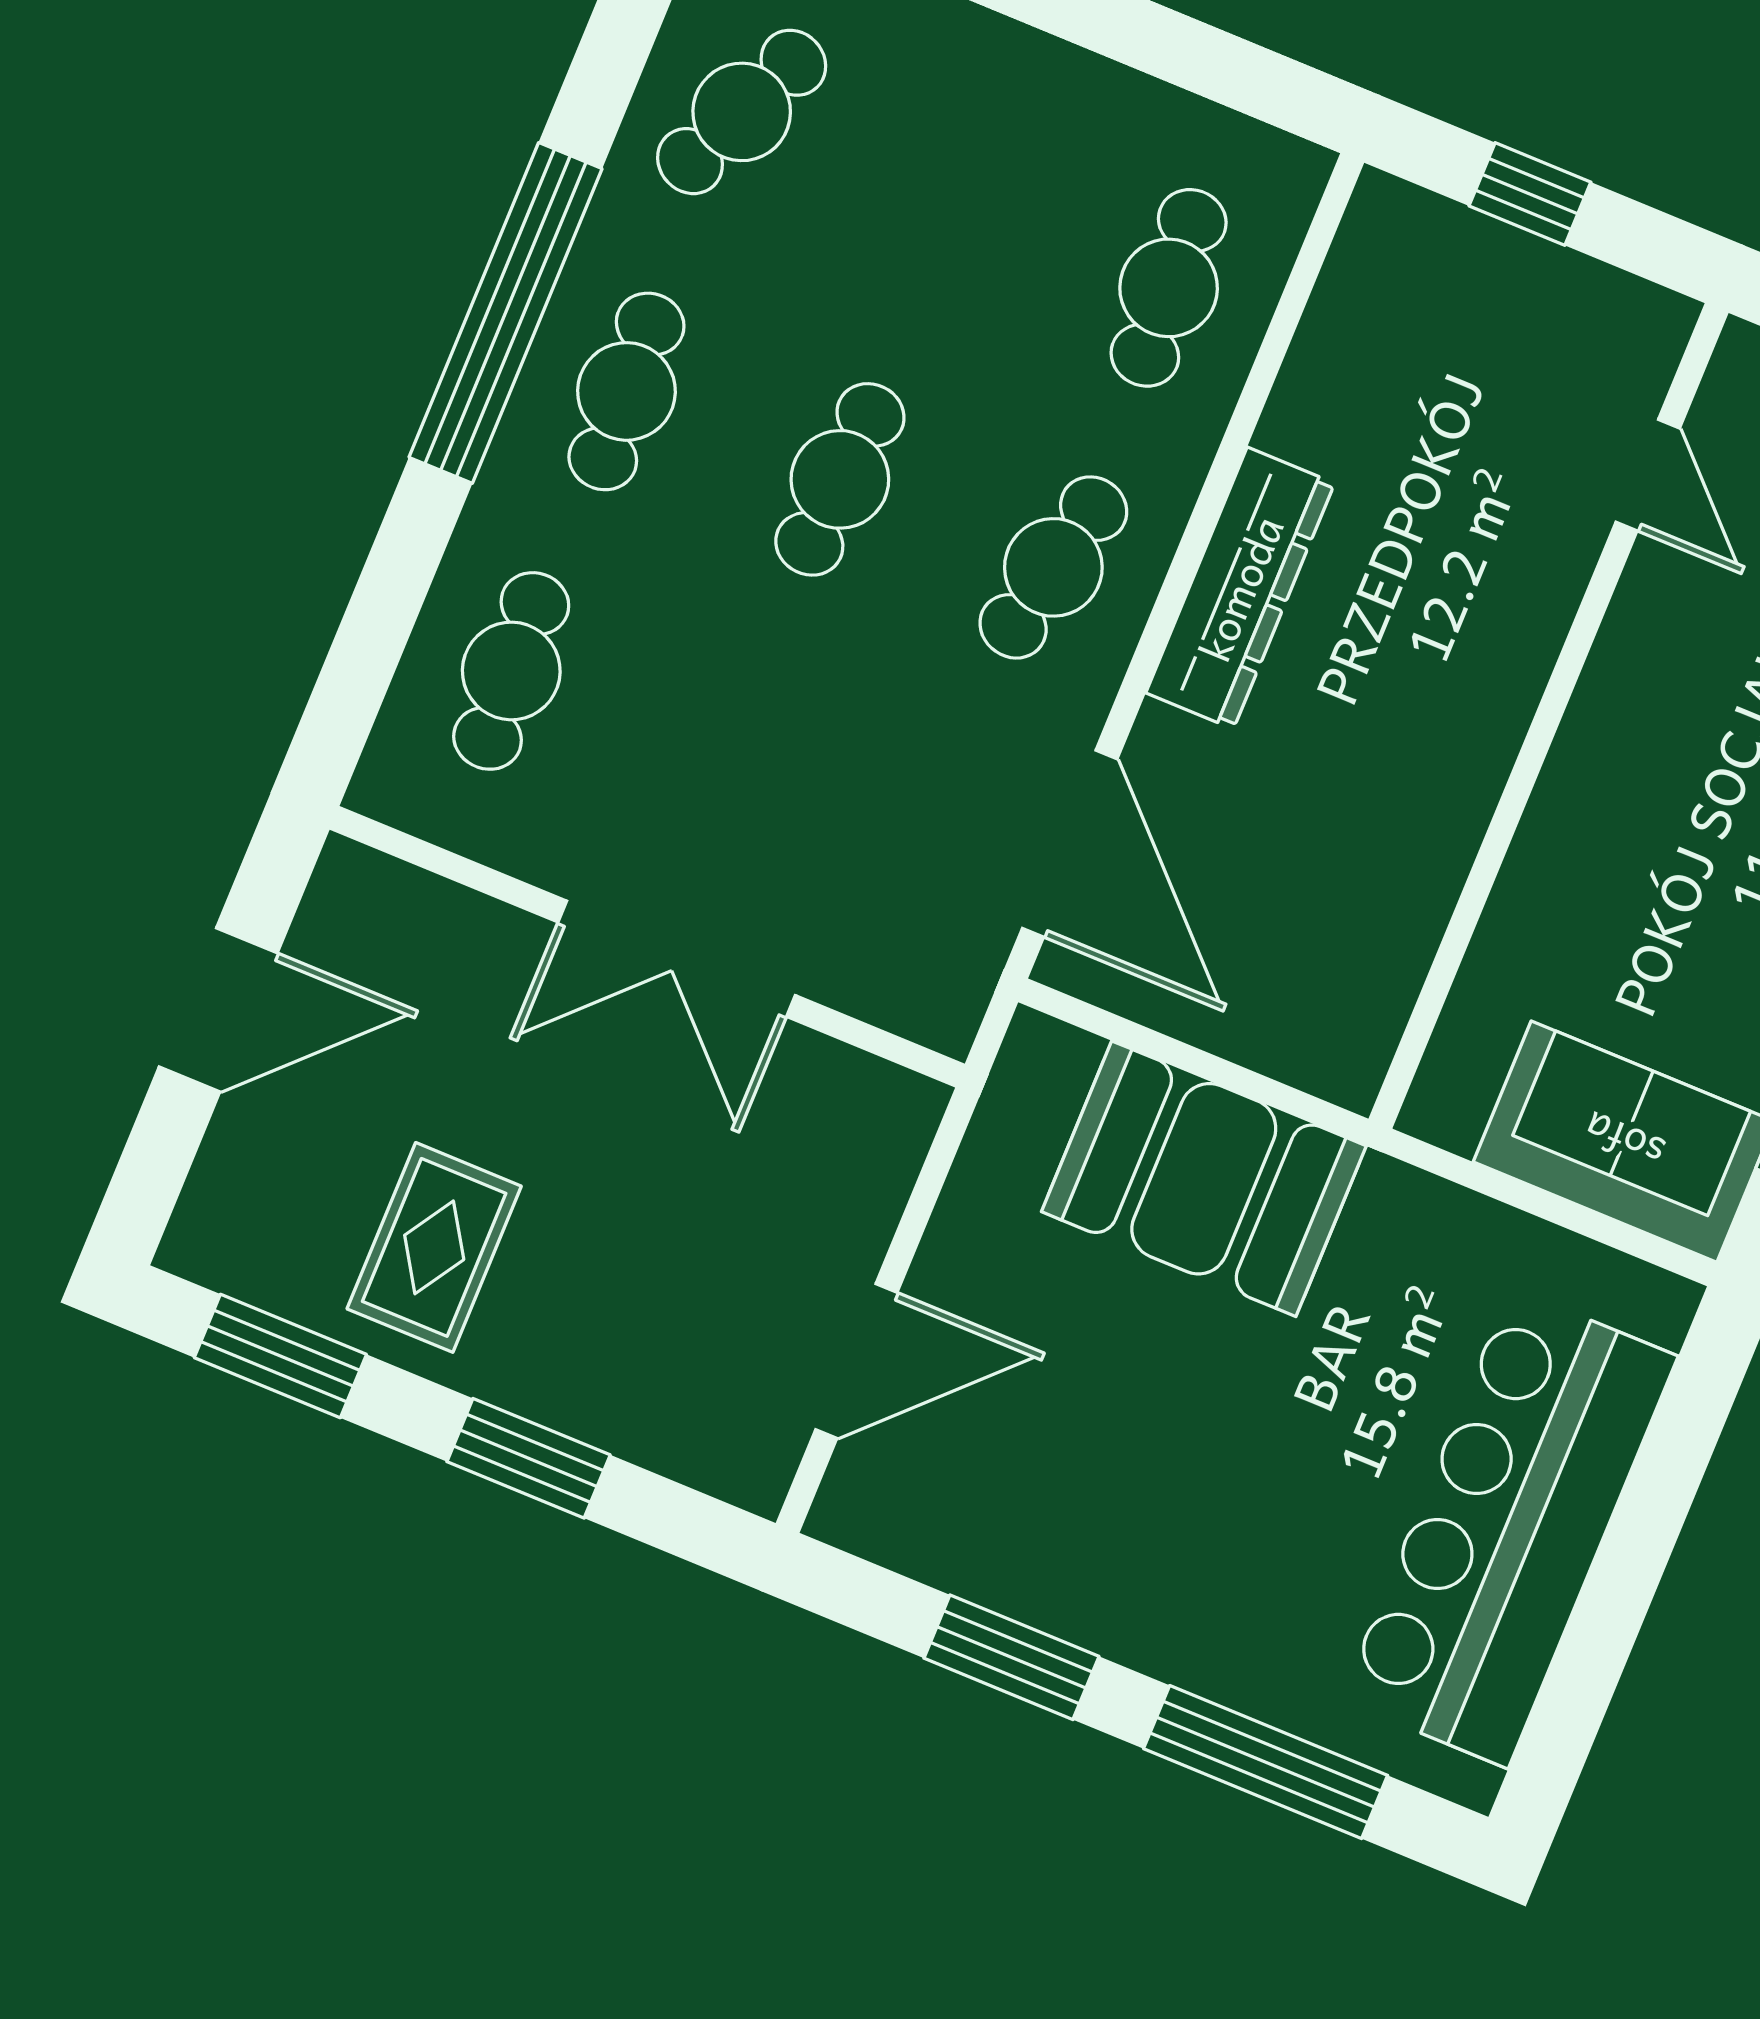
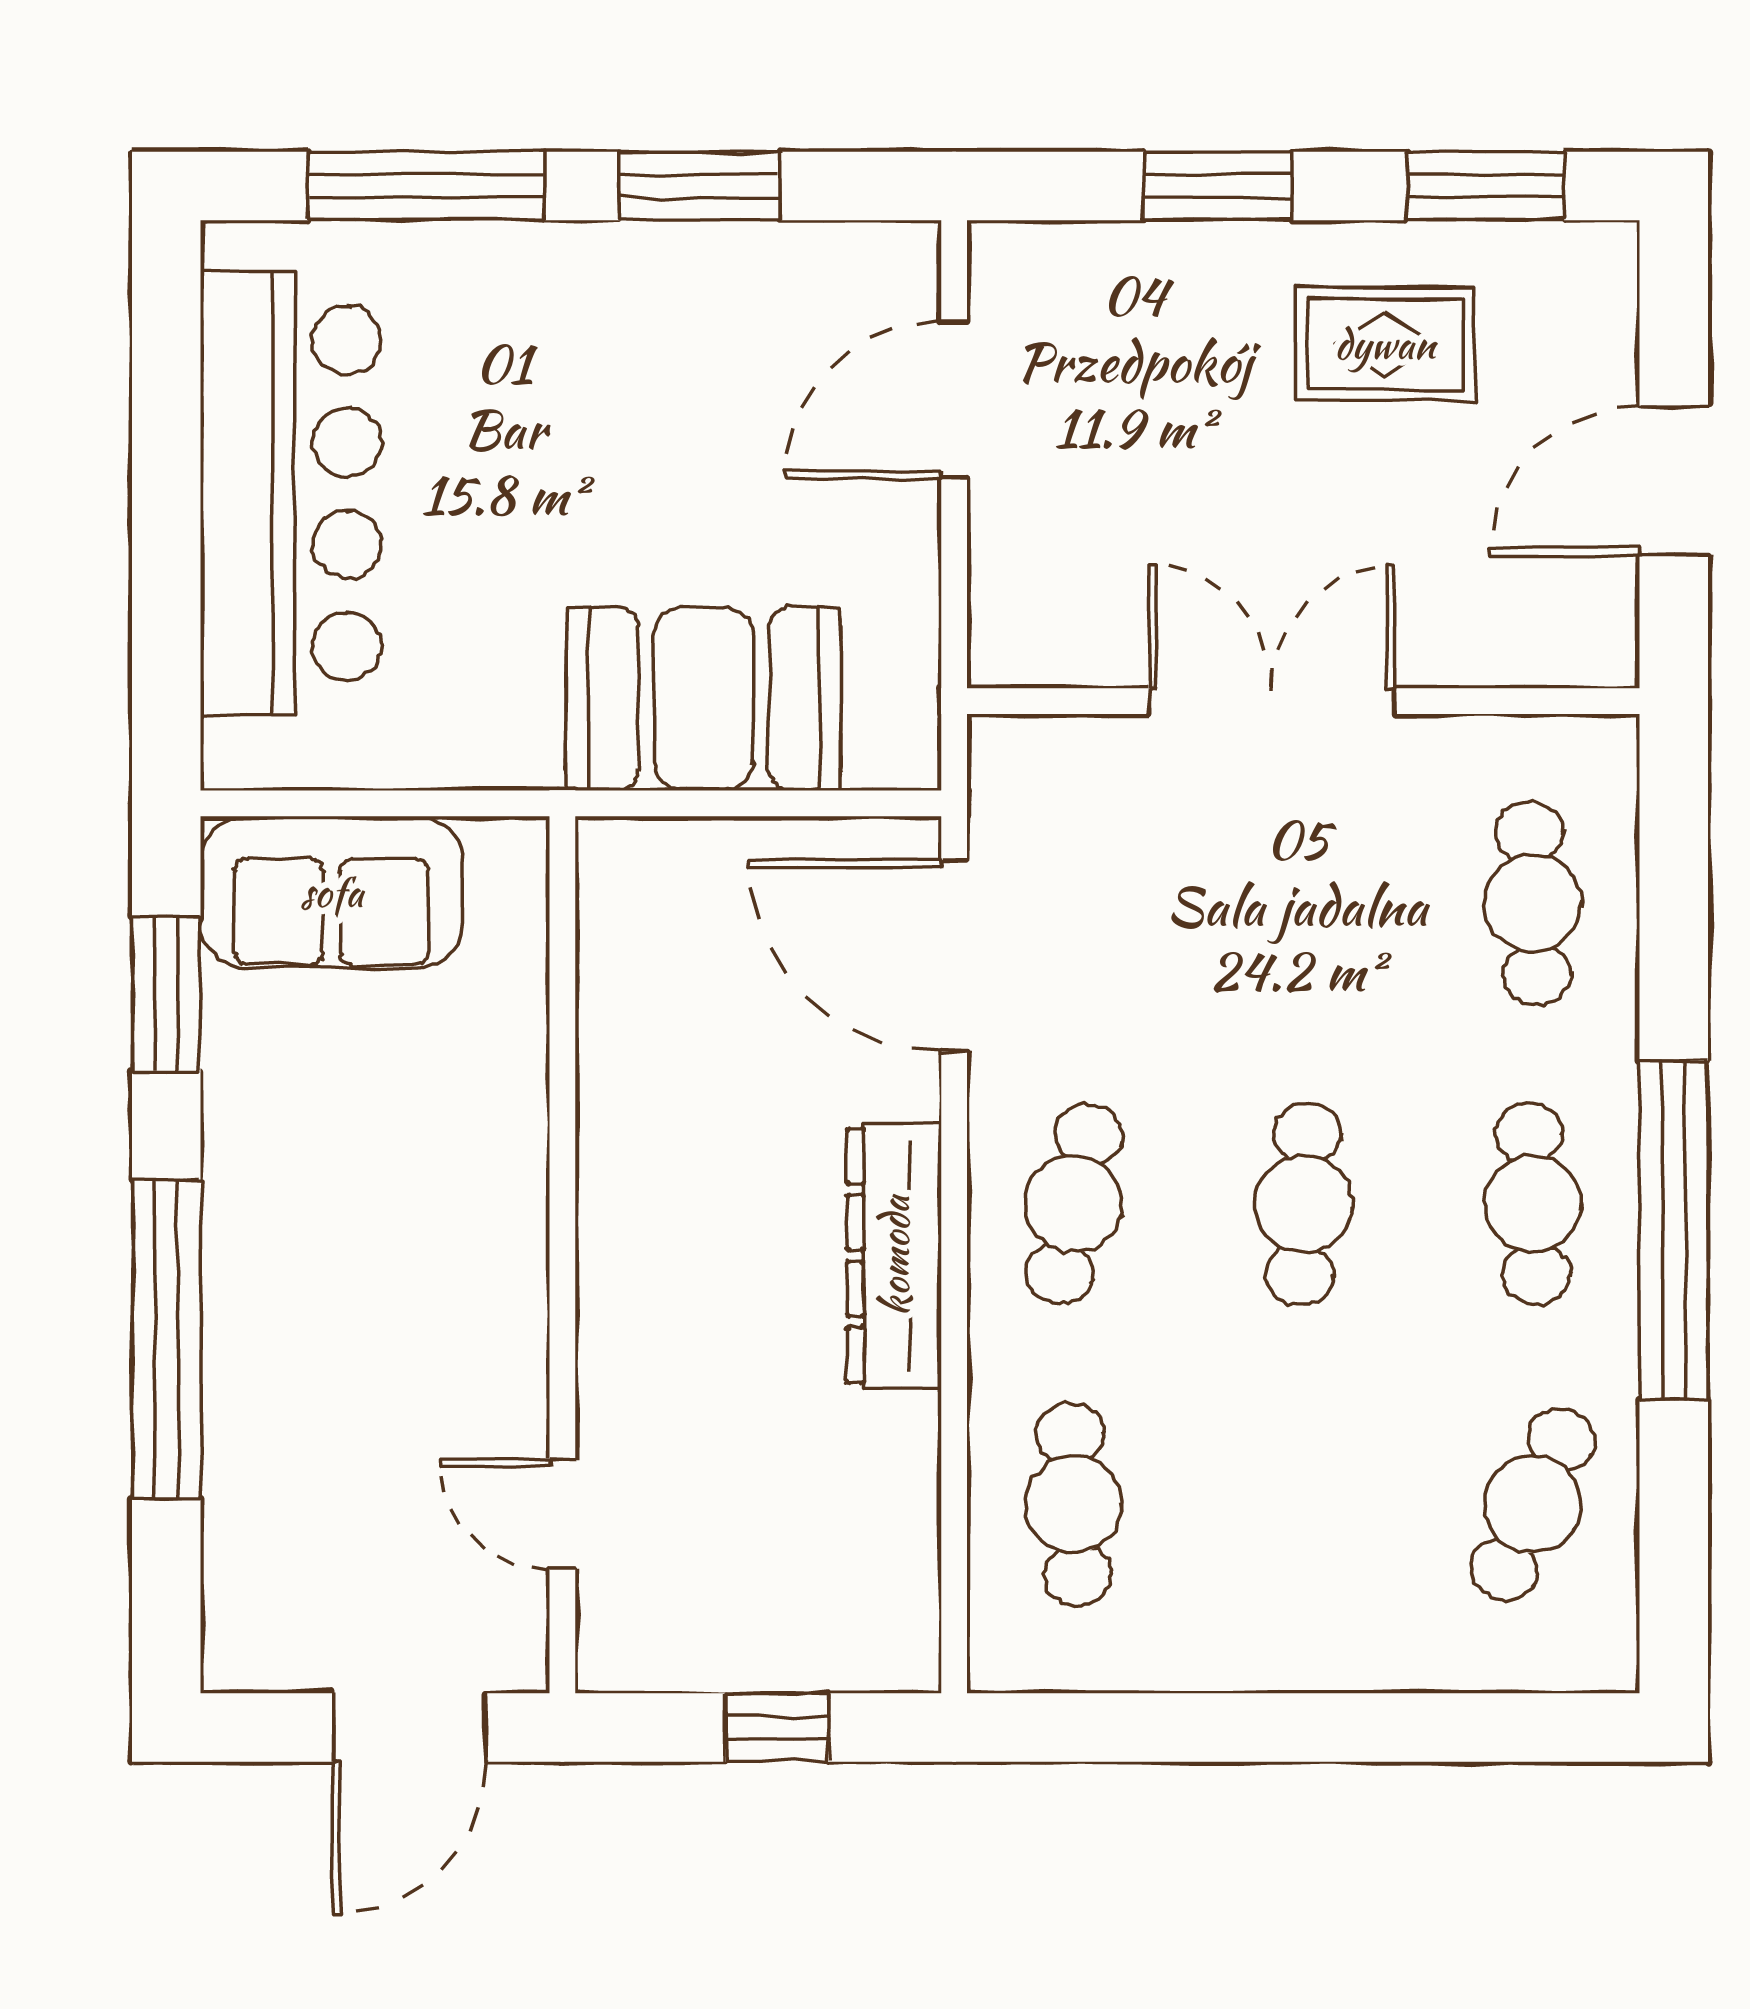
rug: (434, 1247) -> (1385, 344), turned 90

